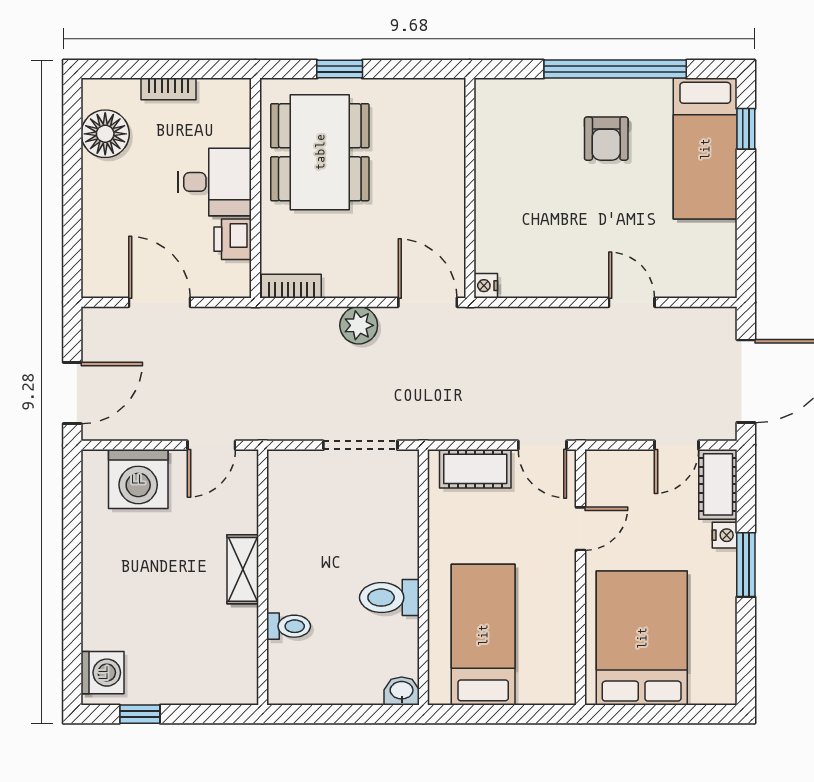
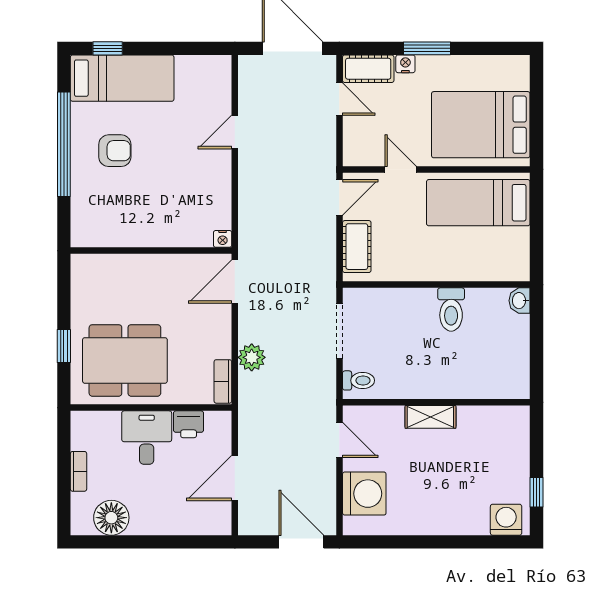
plant: (359, 325) -> (252, 357), moved
toilet: (289, 626) -> (358, 380), moved, turned 90
bed: (483, 635) -> (478, 203), moved

